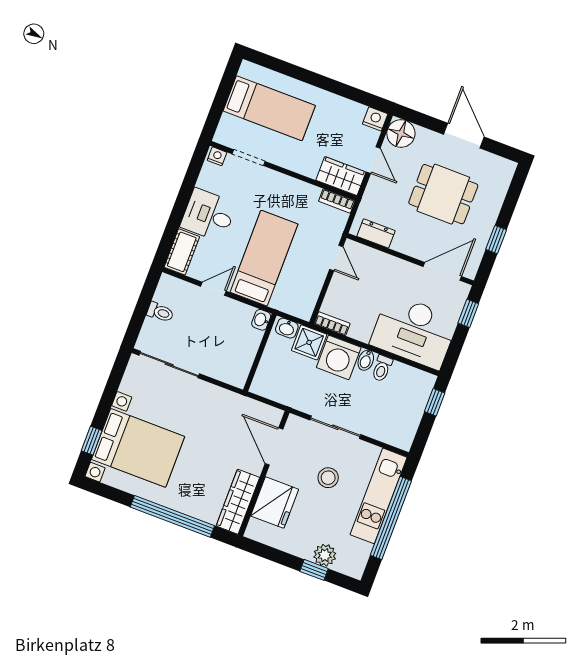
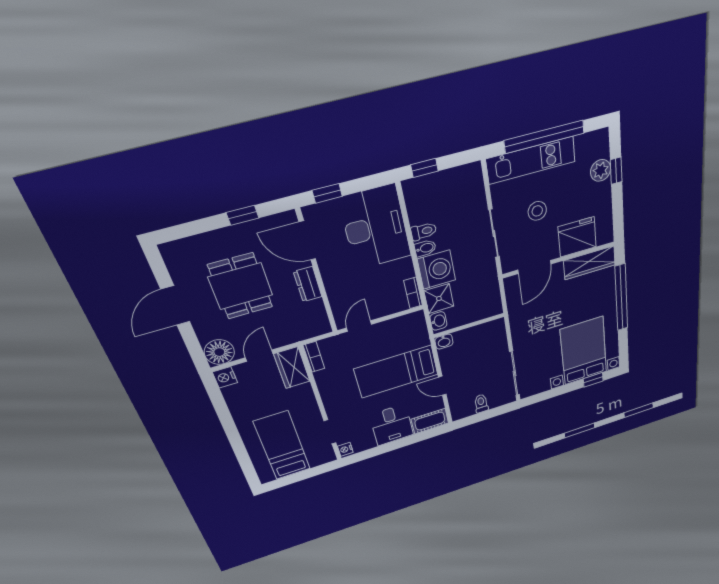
dresser: (376, 233) -> (308, 284), moved

